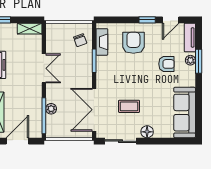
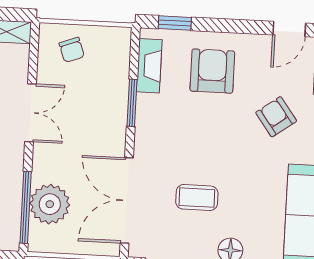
window: (147, 20) -> (175, 23), moved
chair: (80, 40) -> (72, 50), moved
armchair: (166, 64) -> (276, 117), turned -126
plant: (51, 109) -> (50, 204), width x1.88, depth x1.88

